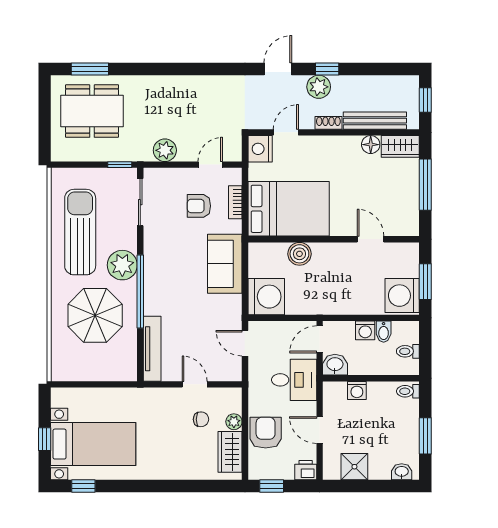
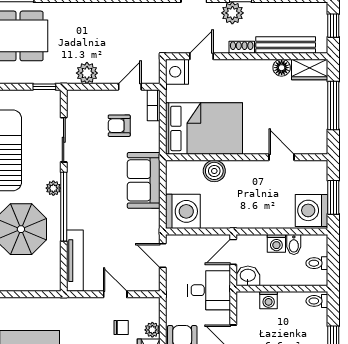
sliding door: (140, 202) -> (64, 140), moved
bookcase: (235, 202) -> (154, 105), moved
plant: (122, 265) -> (53, 188), width x0.53, depth x0.53

